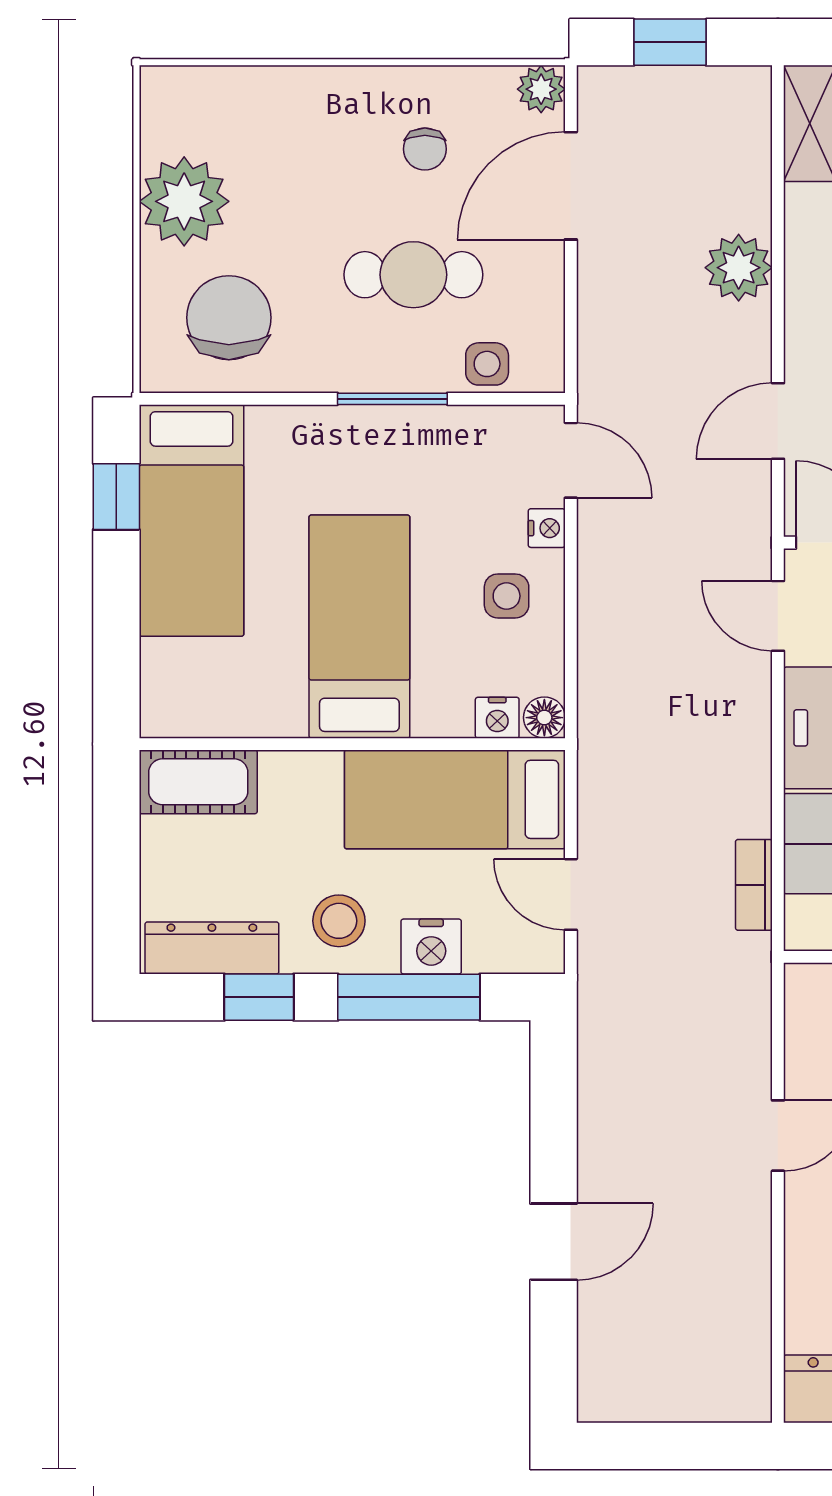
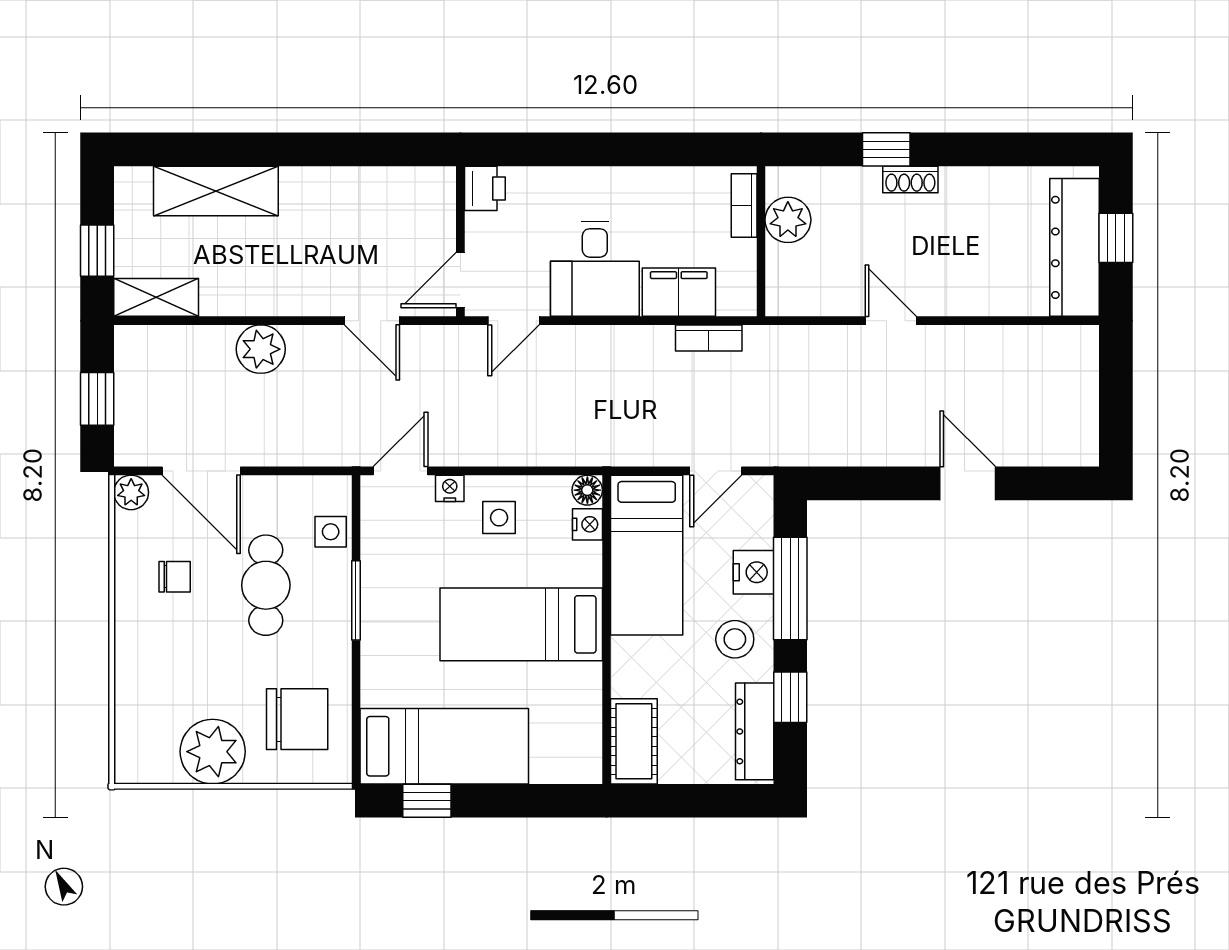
chair: (229, 318) -> (297, 719), turned 180

